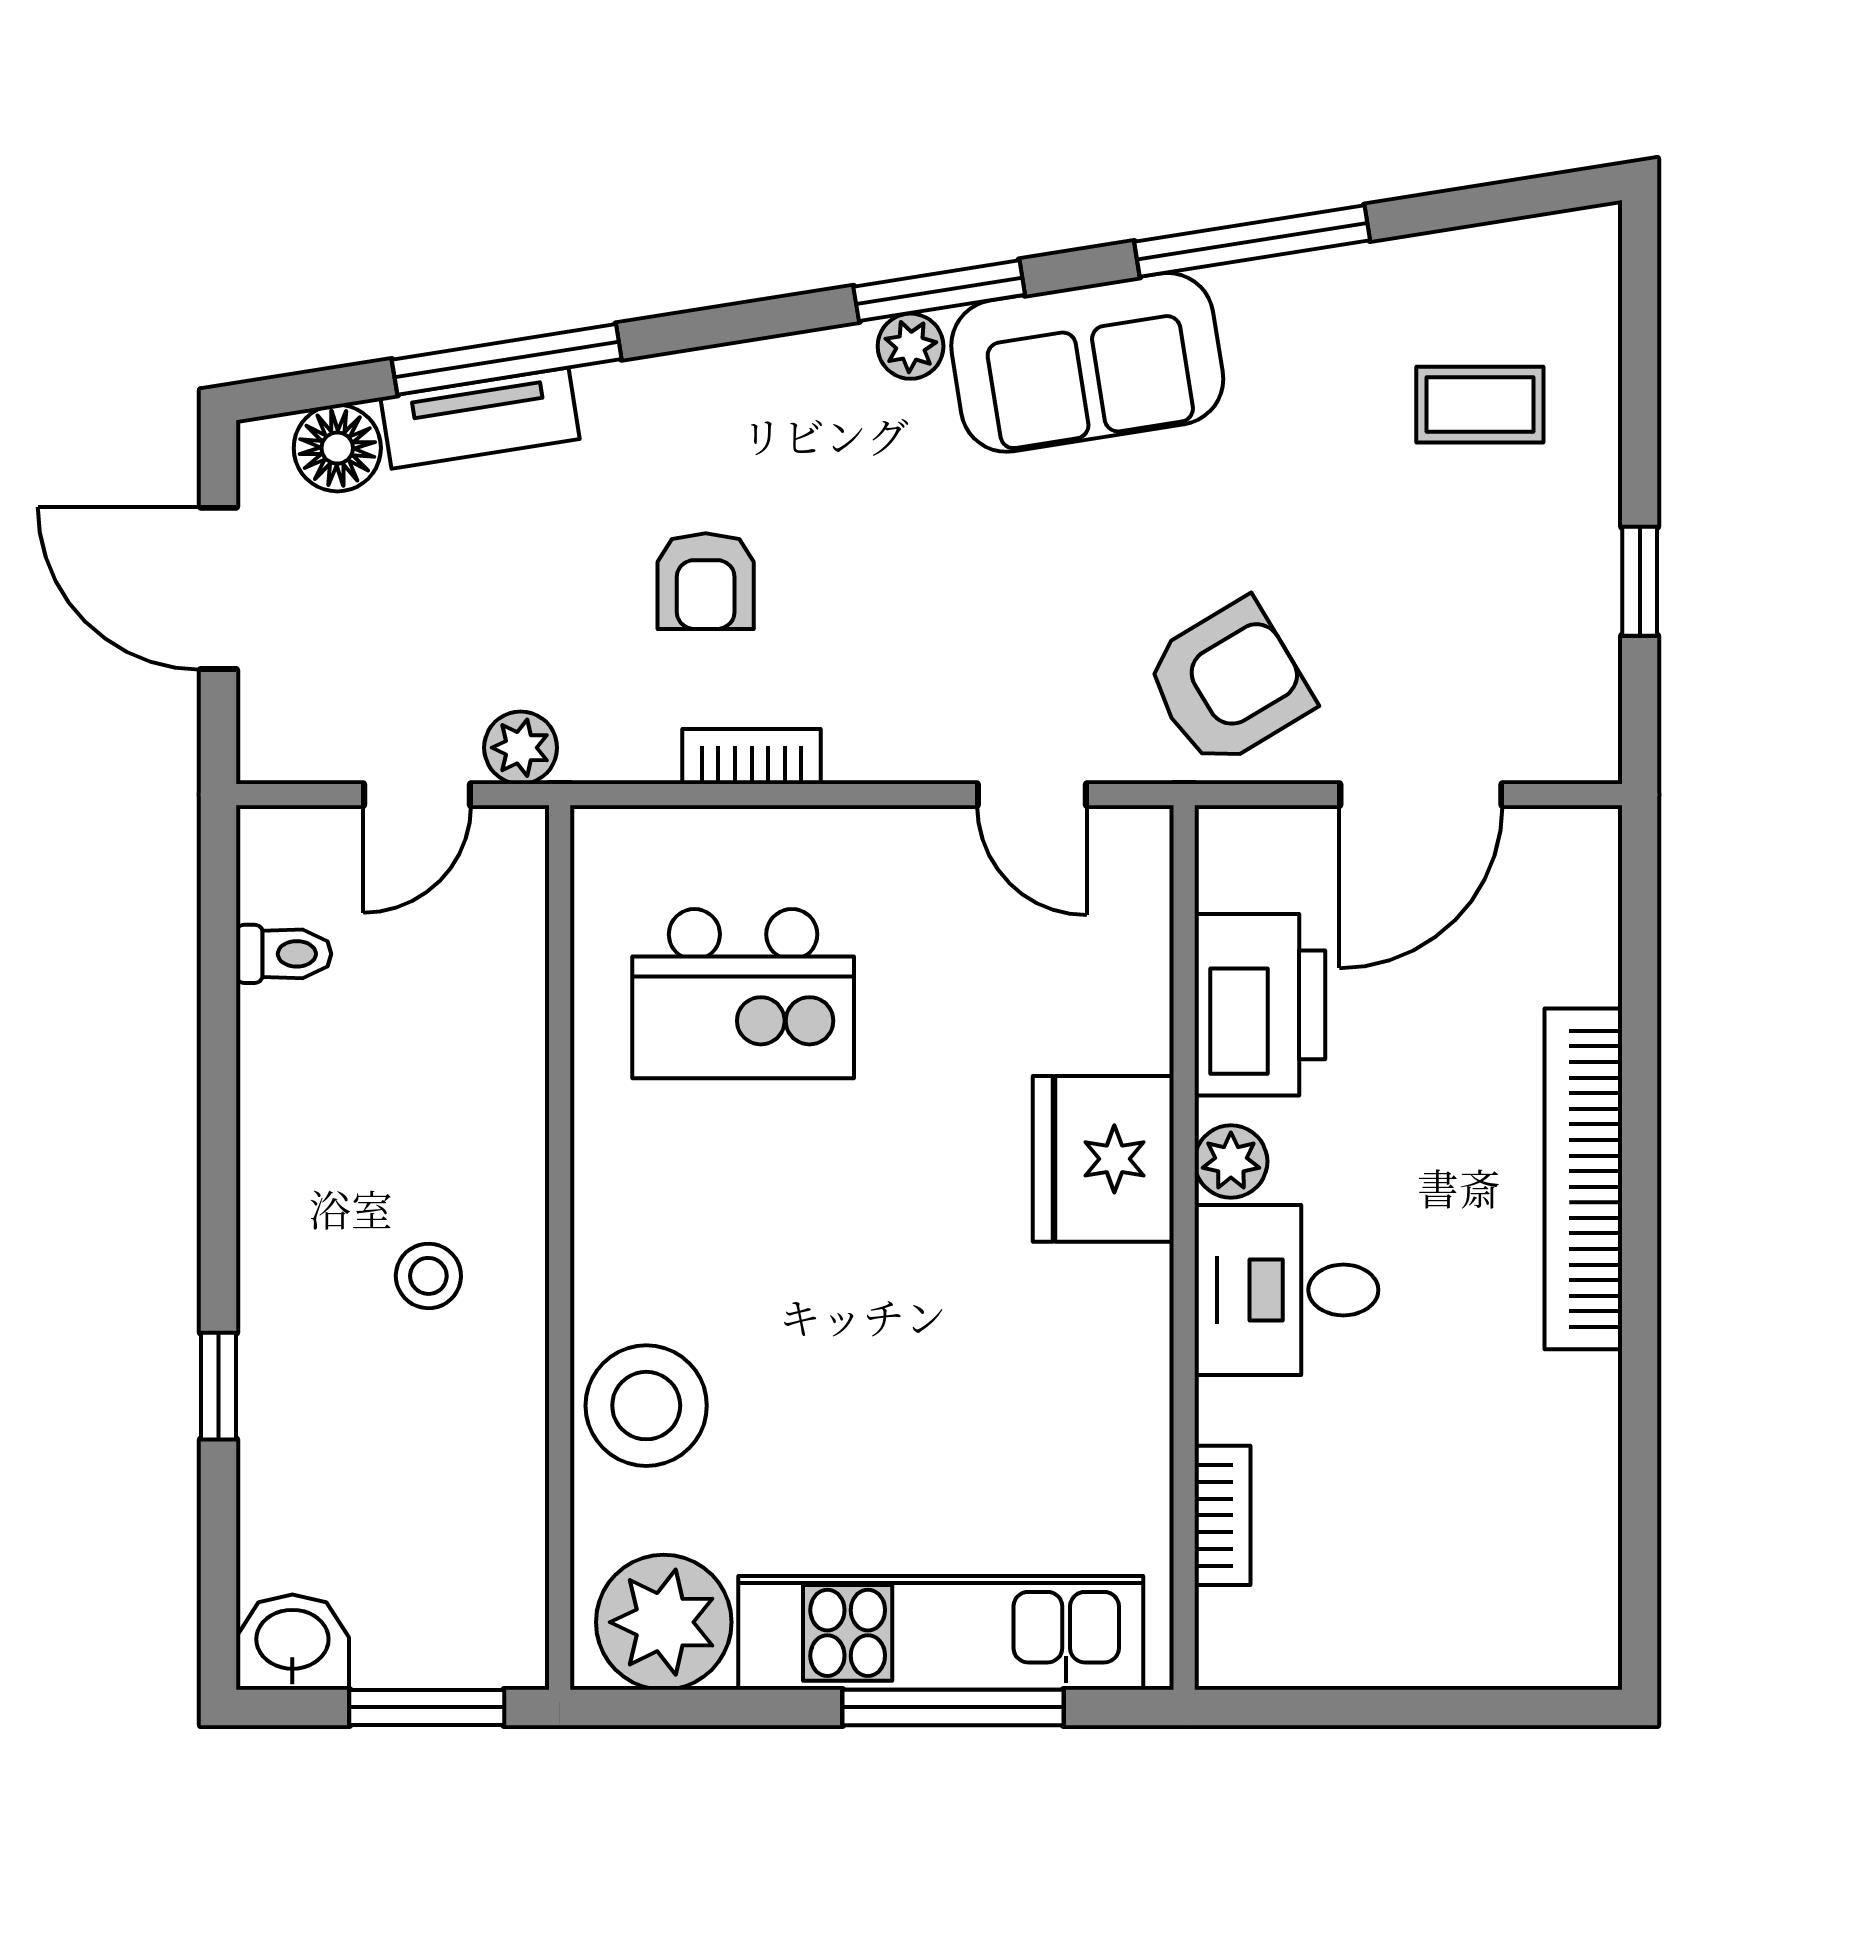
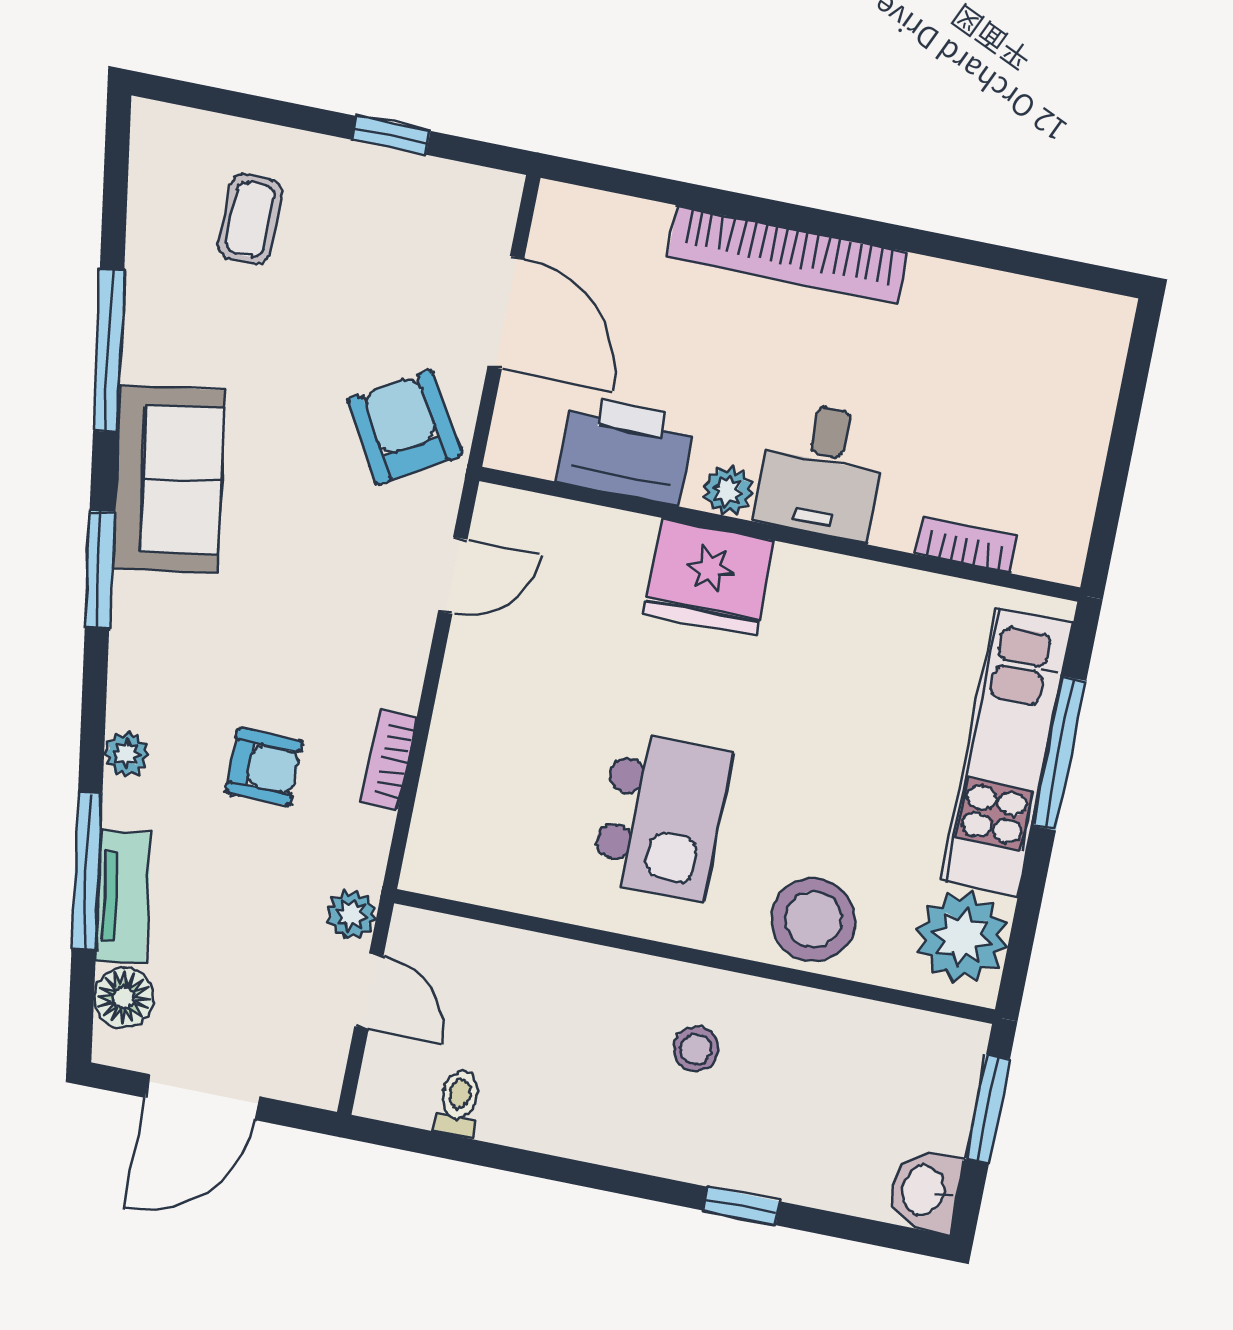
plant: (911, 346) -> (126, 754), moved
kitchen island: (743, 994) -> (661, 816), moved

